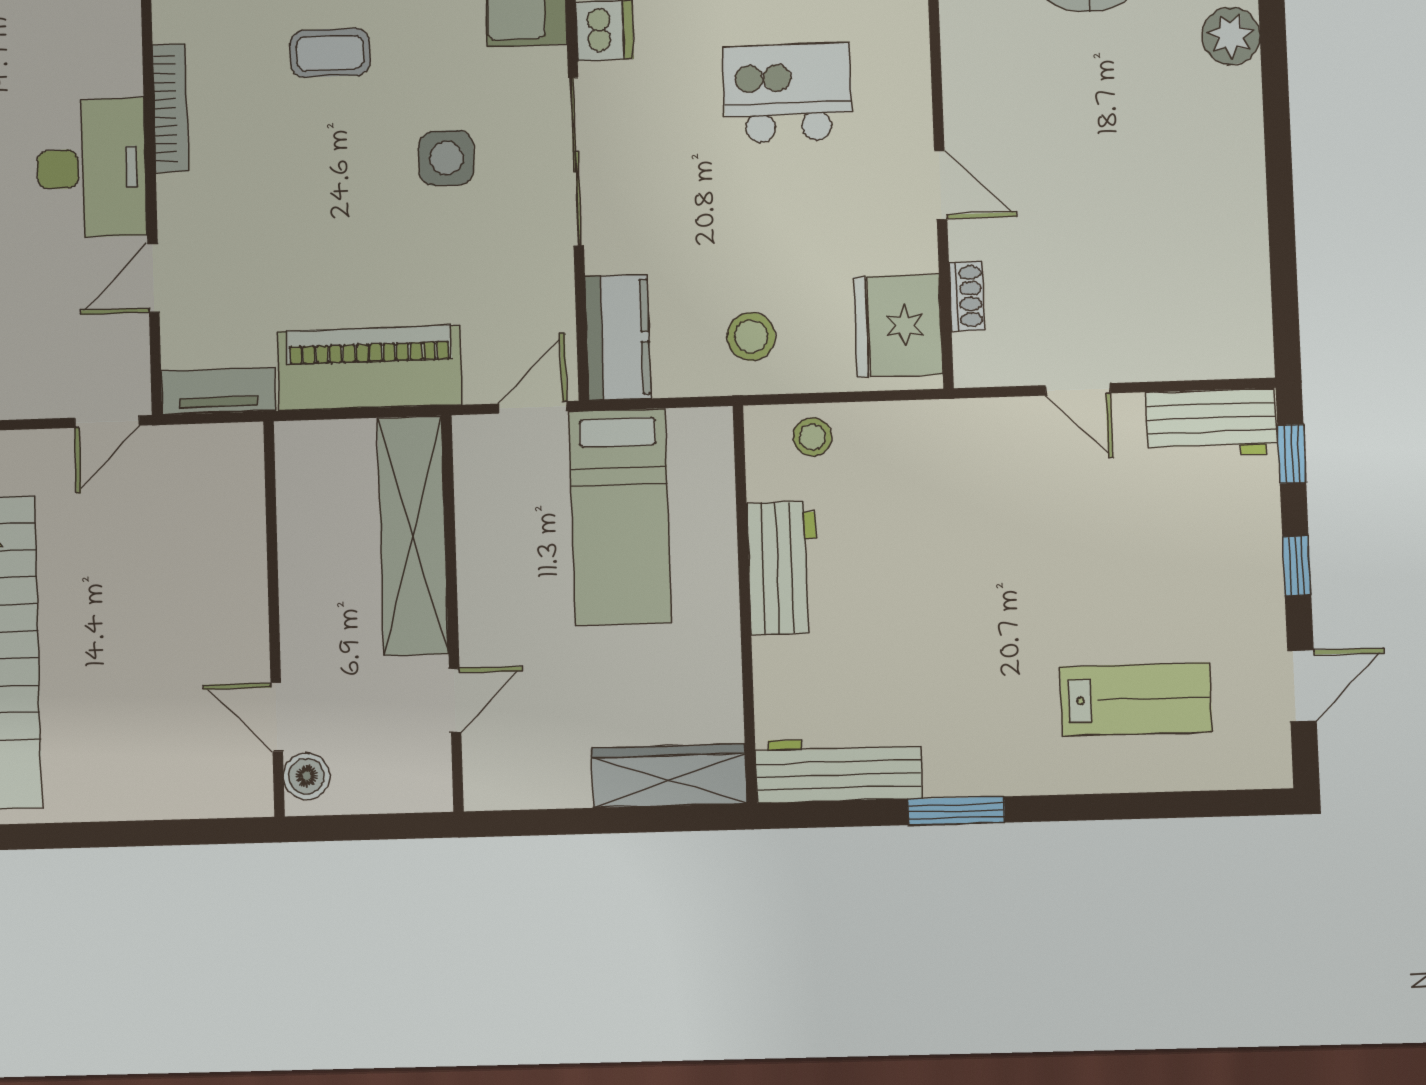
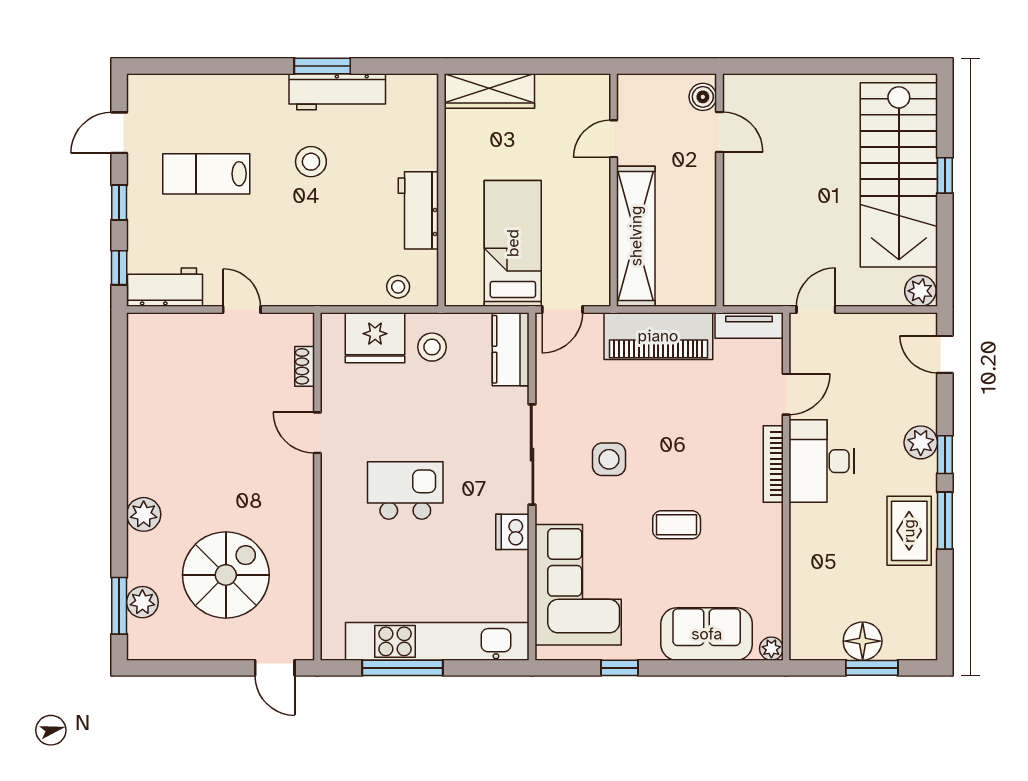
kitchen island: (788, 93) -> (405, 490), turned 180
bookcase: (170, 108) -> (773, 464), moved
fridge: (898, 326) -> (375, 338), moved, turned 90
stool: (969, 646) -> (311, 162), added
lab bench: (1136, 699) -> (206, 174), moved
workbench: (838, 770) -> (337, 92), moved

